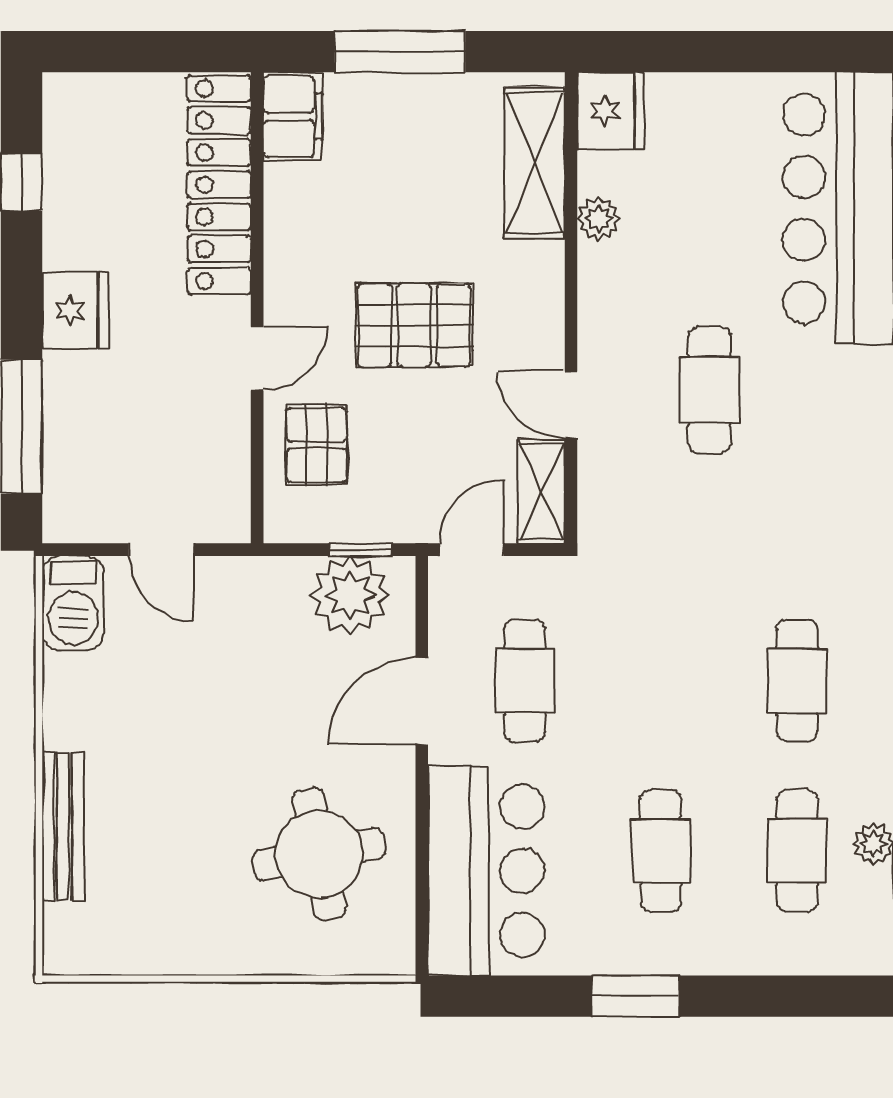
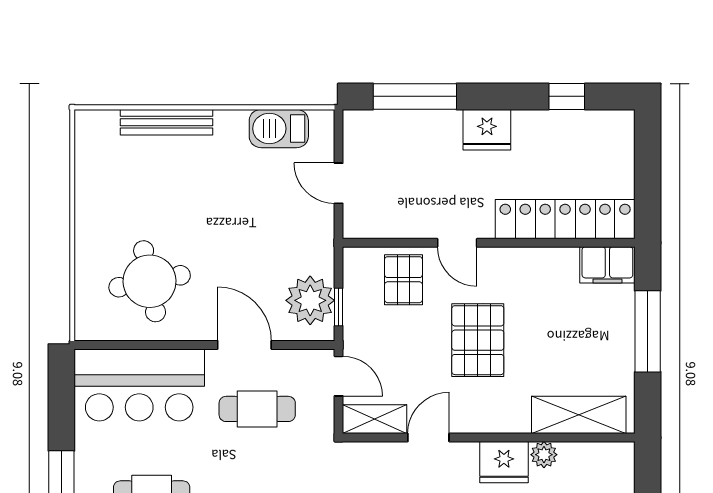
fridge: (611, 111) -> (504, 462), moved
pallet: (317, 445) -> (403, 280), turned 90
door: (161, 550) -> (339, 183), hinge flipped
barbecue: (73, 603) -> (279, 129), moved

